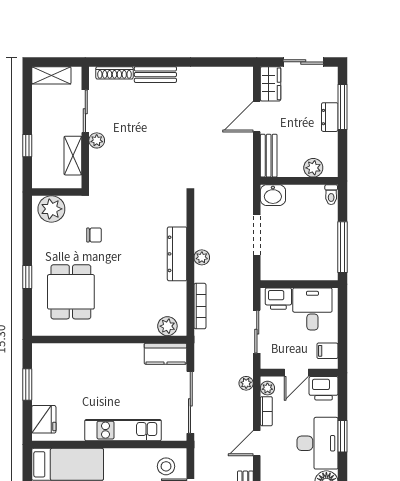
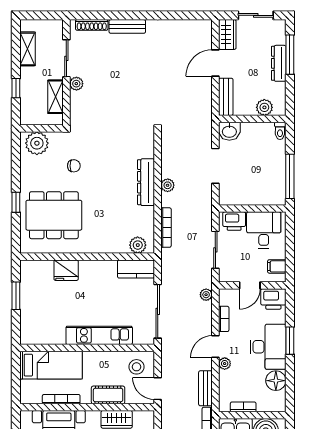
shelving: (51, 75) -> (28, 49), moved, turned 90
dresser: (330, 117) -> (279, 63), width x1.44
dining table: (71, 292) -> (54, 215), width x1.38
plant: (267, 388) -> (225, 364), moved
fridge: (44, 419) -> (66, 270), moved, turned 90

